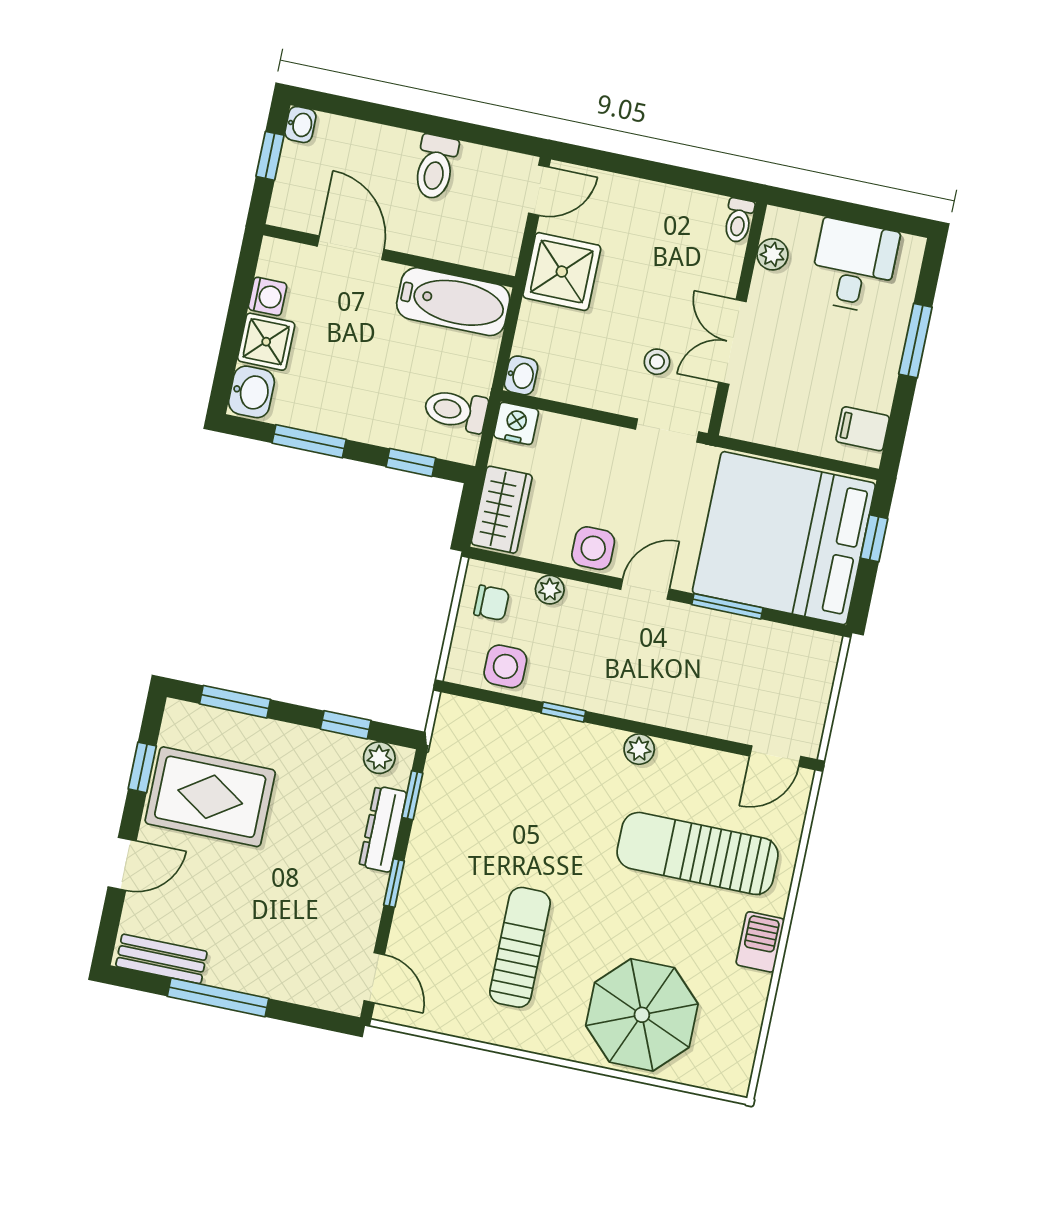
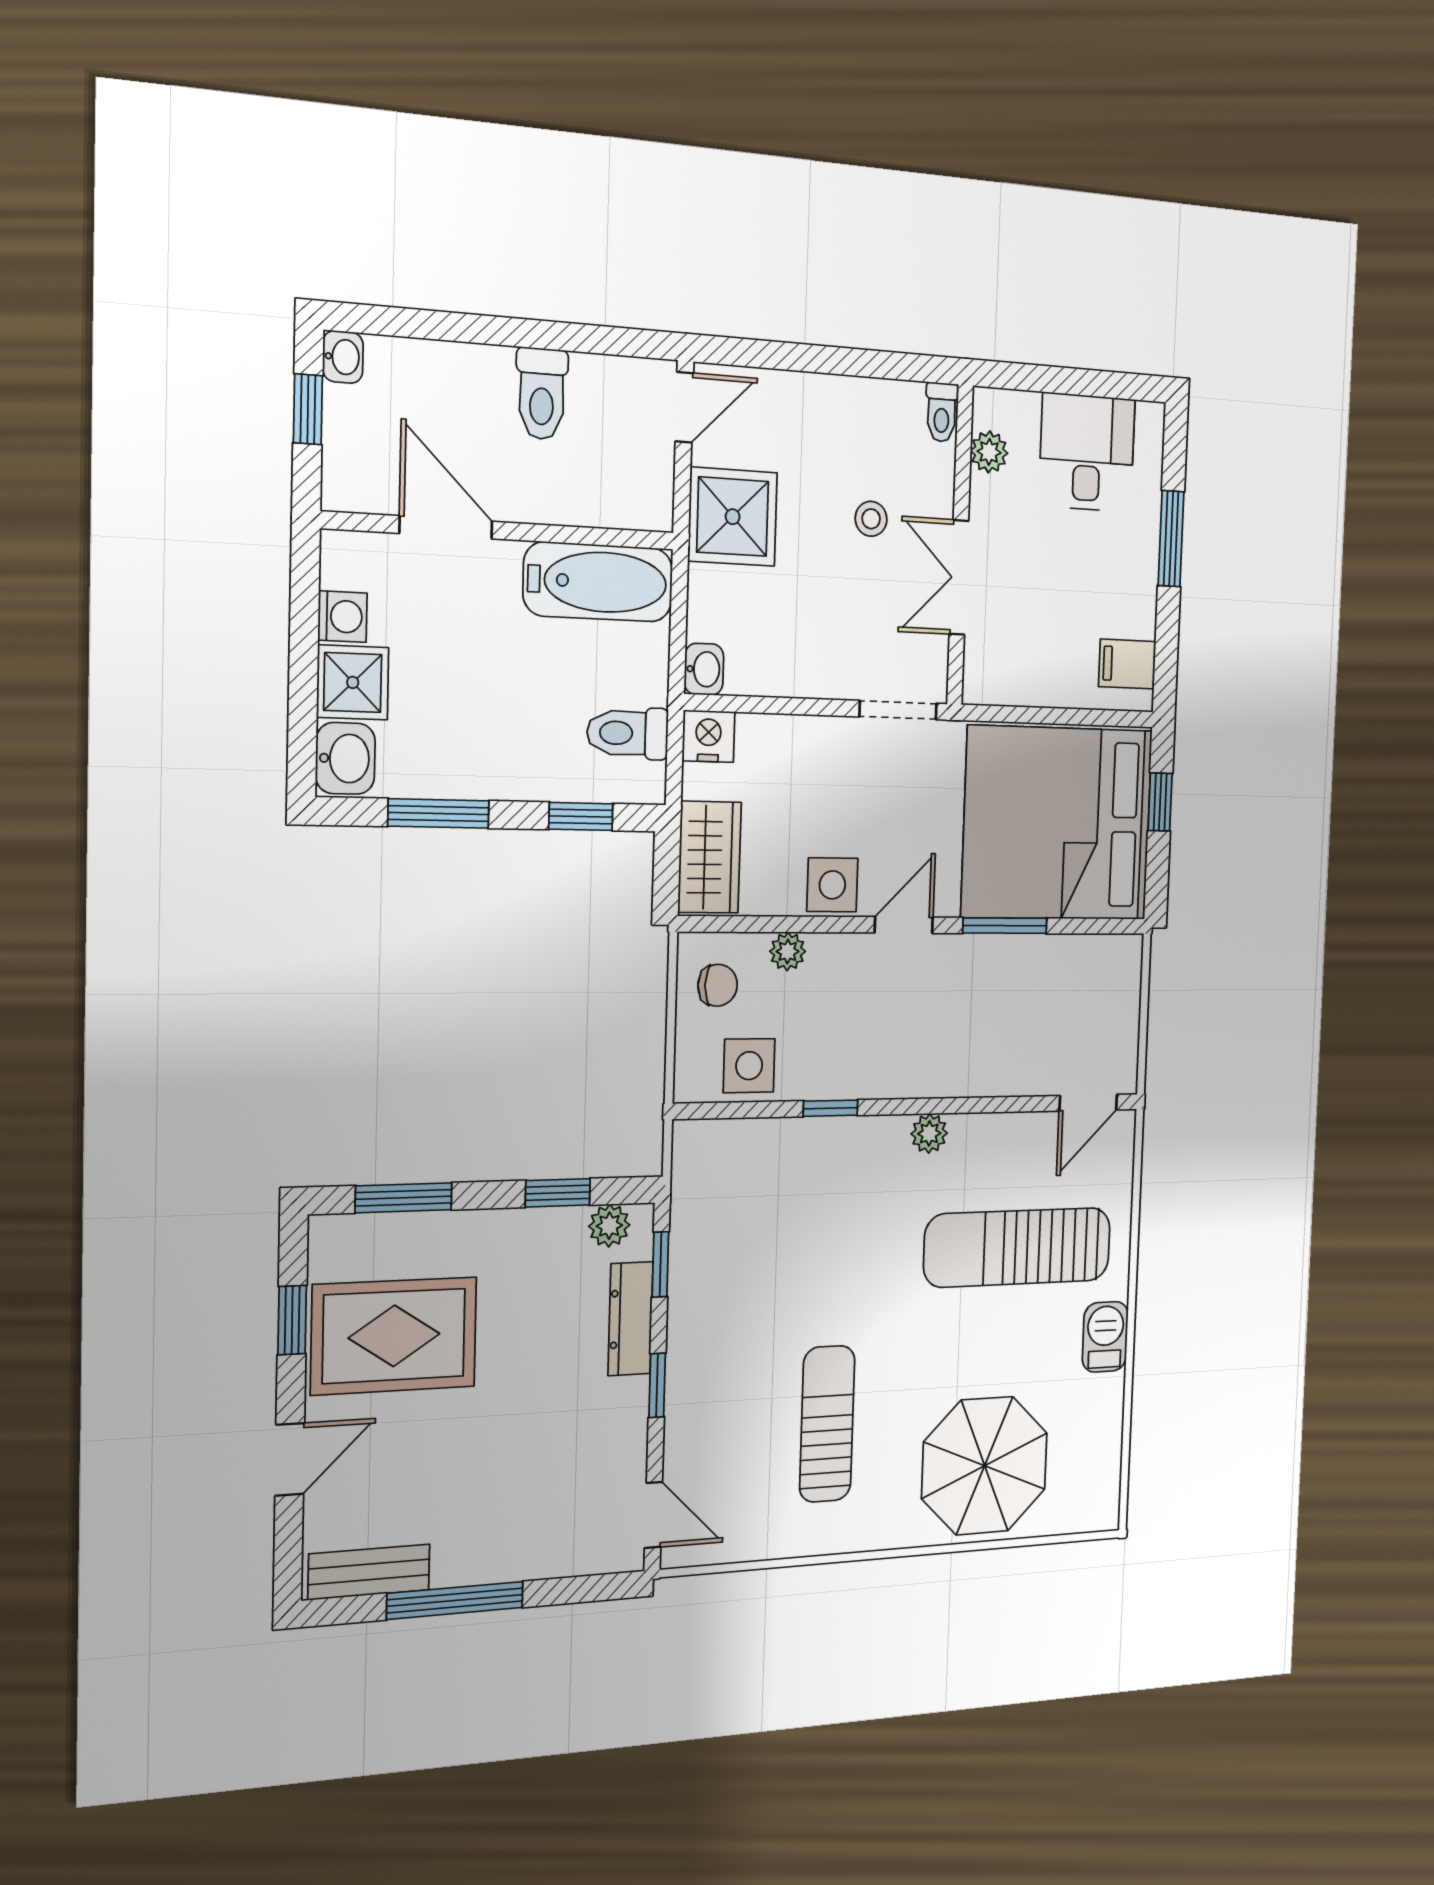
stool: (657, 362) -> (871, 519), moved

